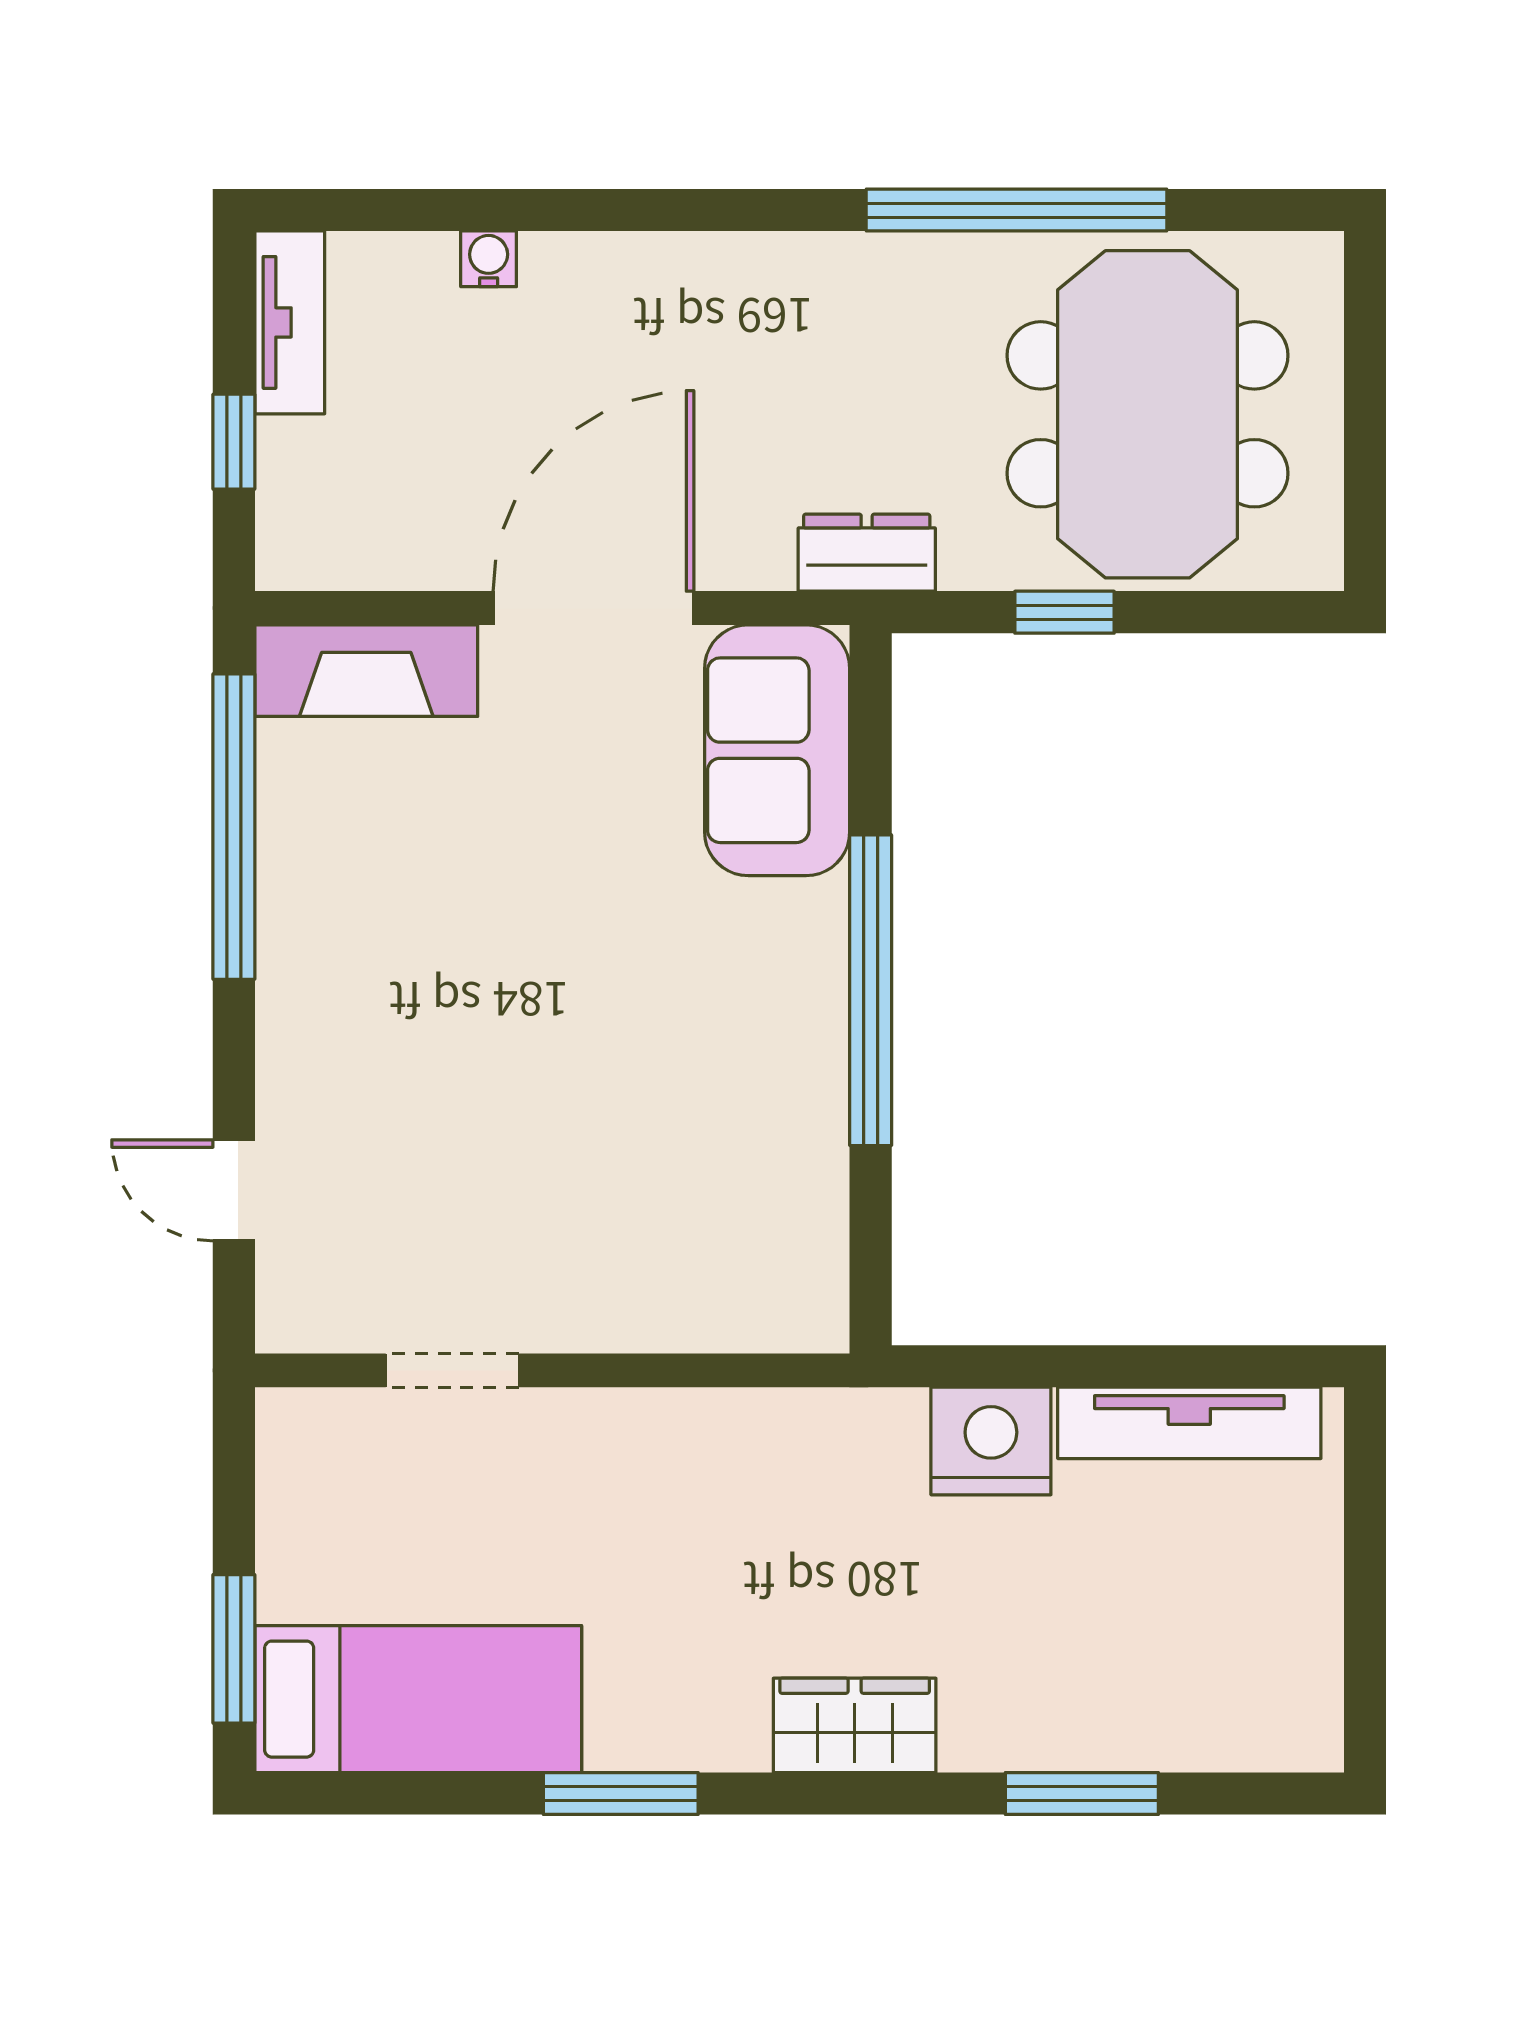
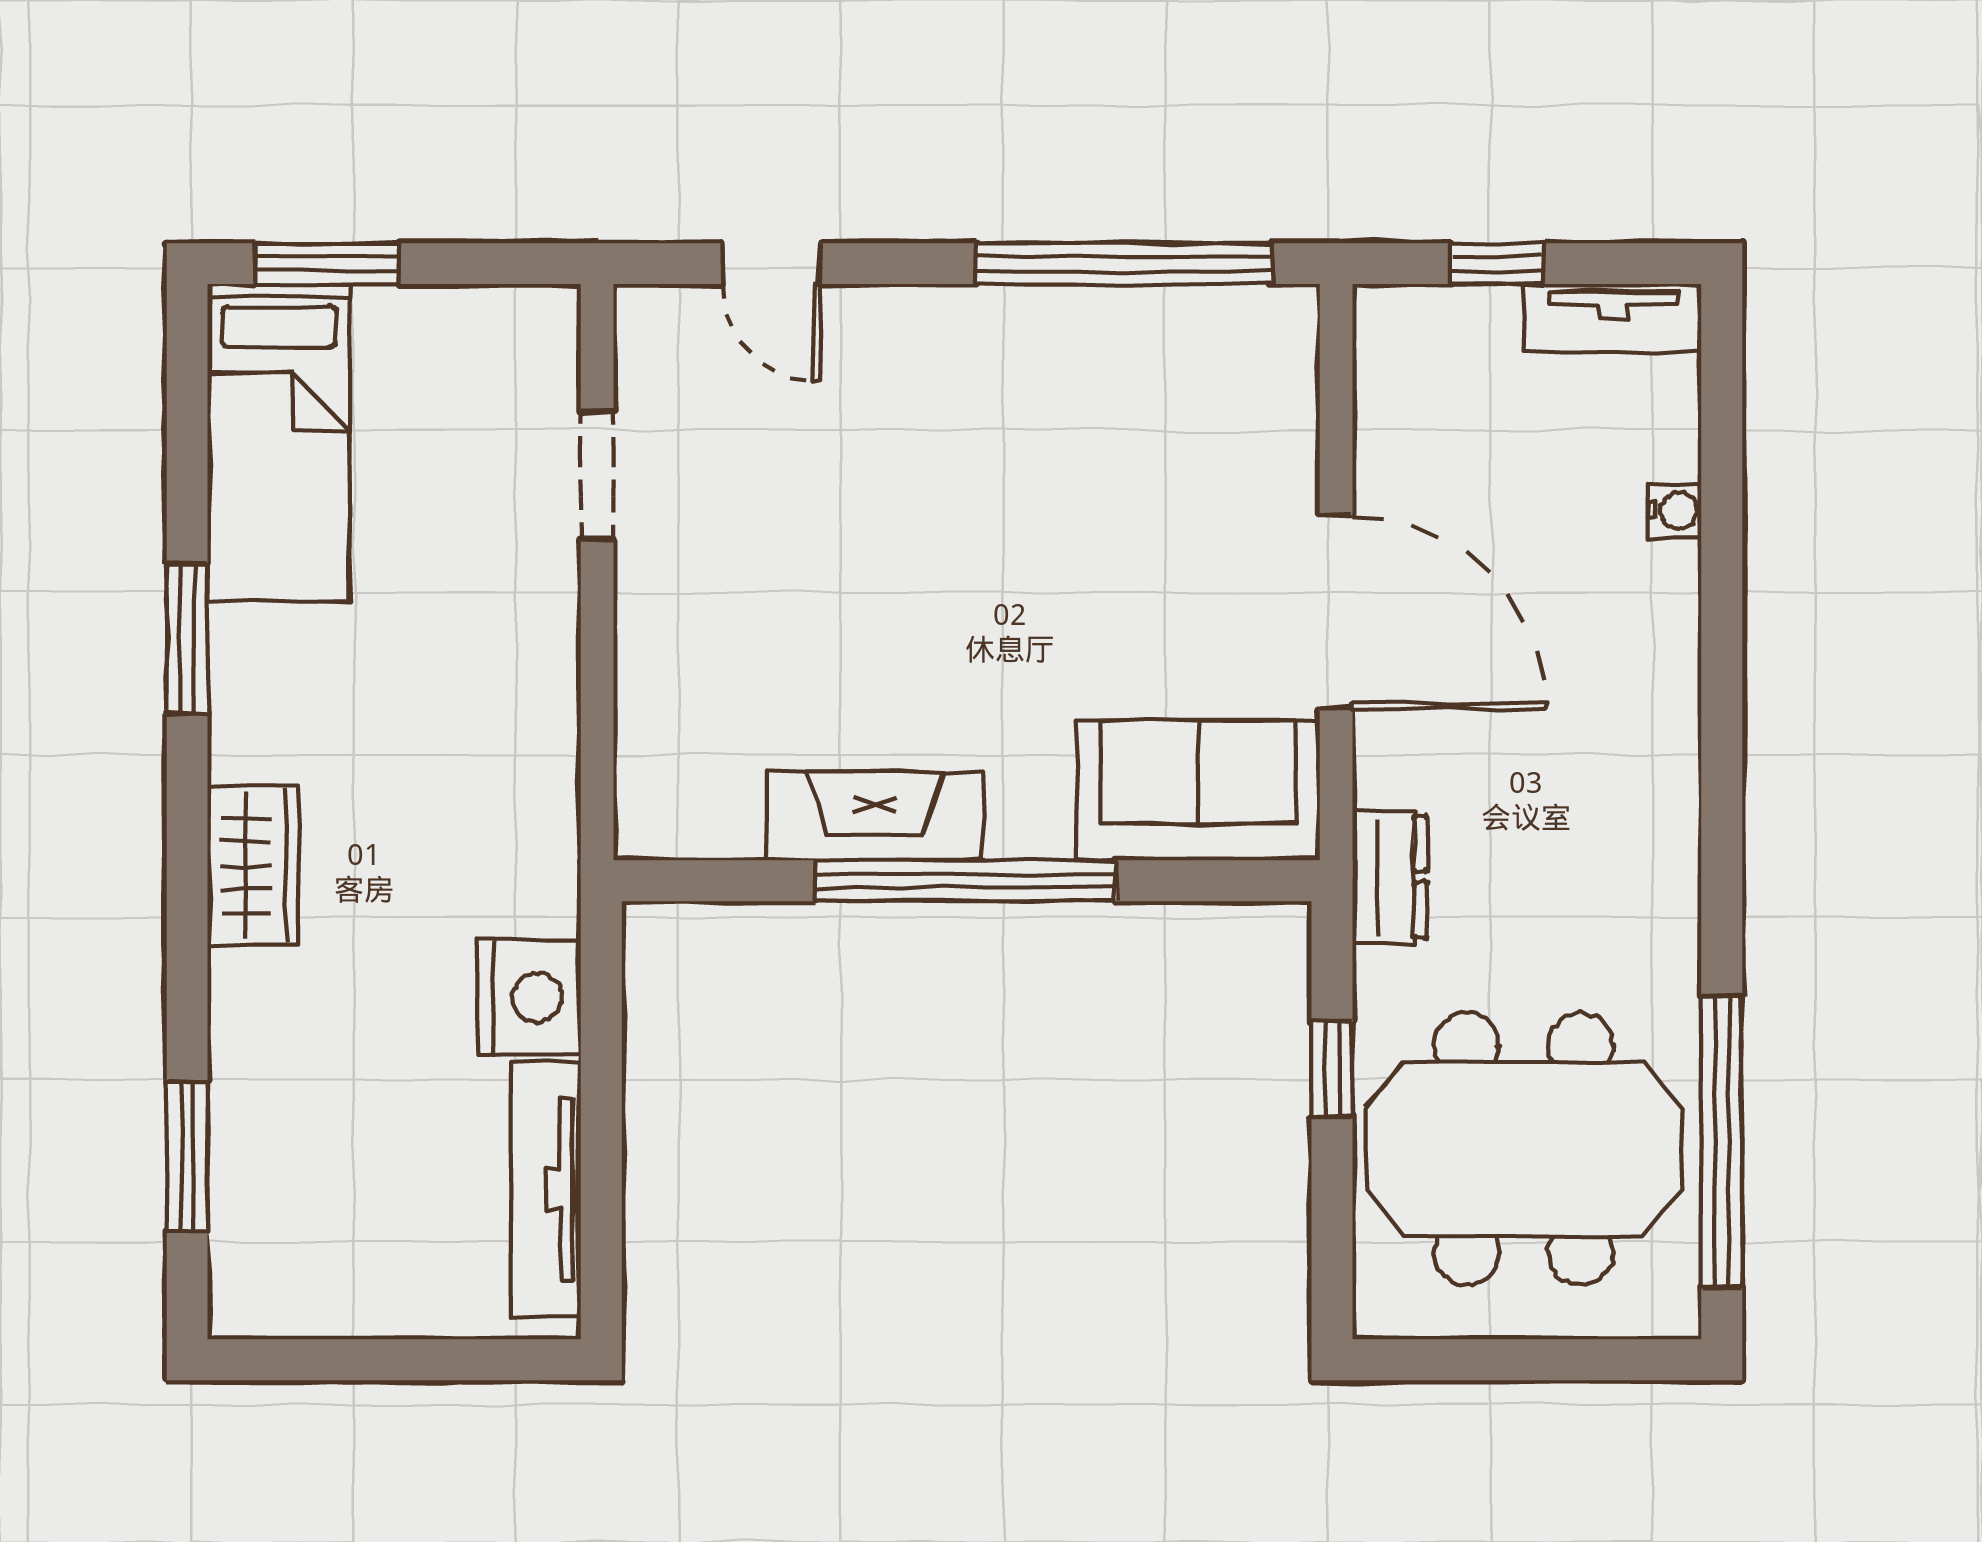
window: (1017, 210) -> (1722, 1142), moved
fireplace: (366, 671) -> (875, 816), moved, turned 90
door: (234, 1190) -> (772, 264), swing flipped
window: (1082, 1794) -> (187, 1156), moved

